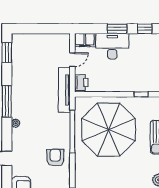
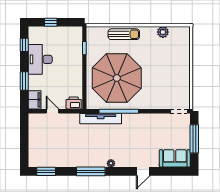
window: (117, 29) -> (24, 81), moved
desk: (112, 46) -> (40, 59), moved
tv unit: (64, 90) -> (101, 119), moved
armchair: (55, 158) -> (142, 127), removed

